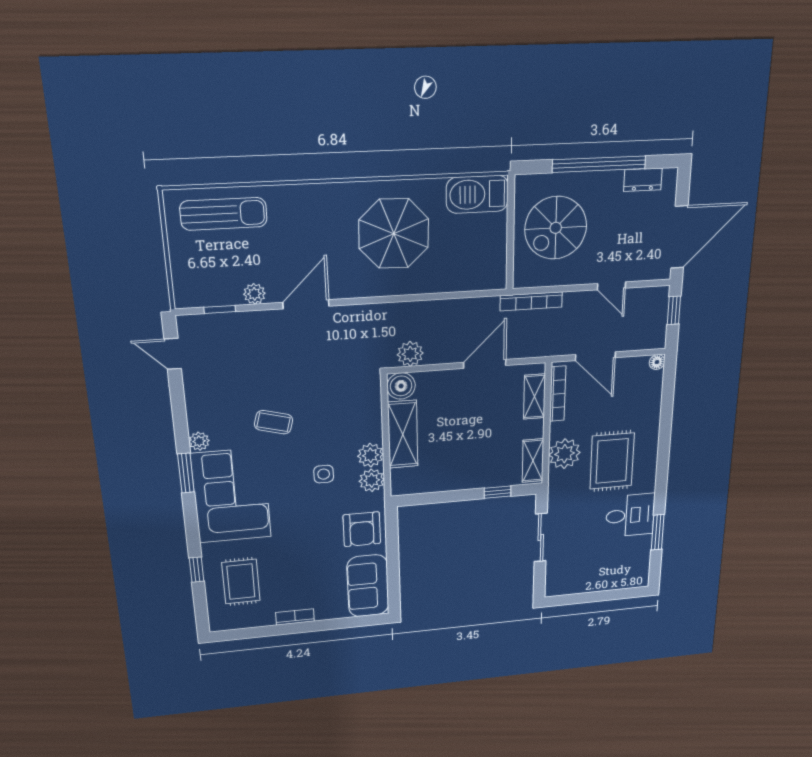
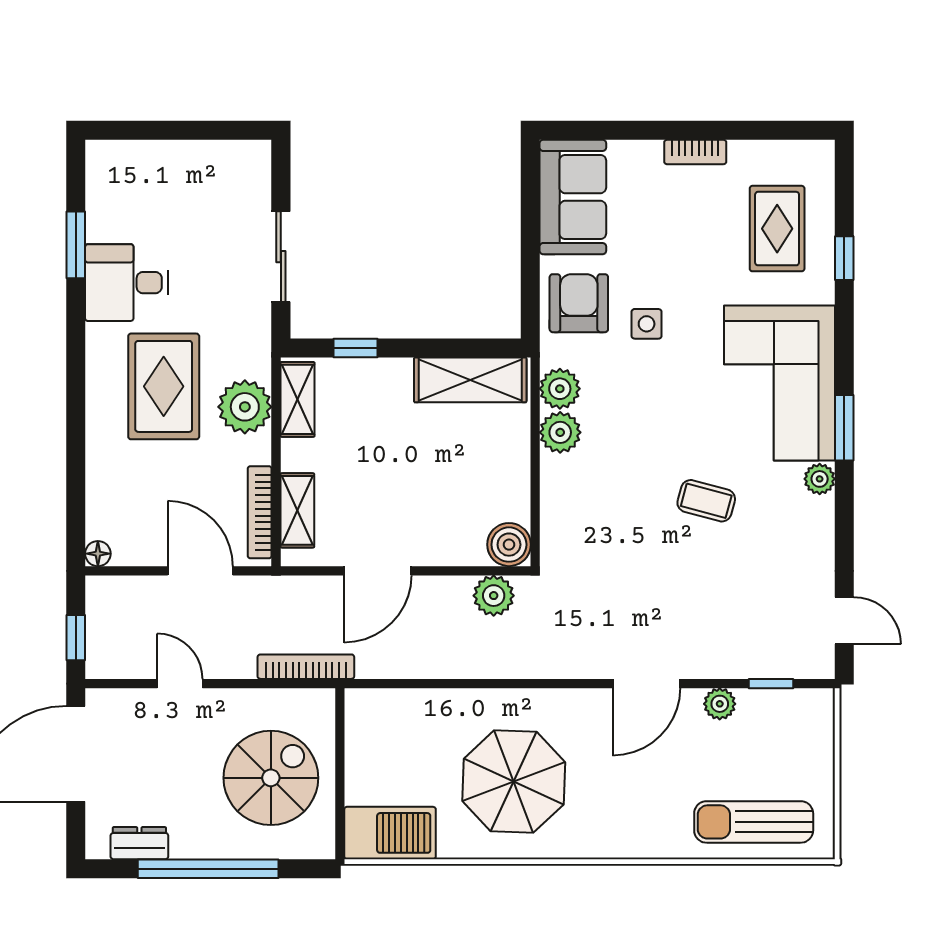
shelving: (403, 434) -> (470, 380), moved, turned 90
side table: (324, 474) -> (647, 324), moved

